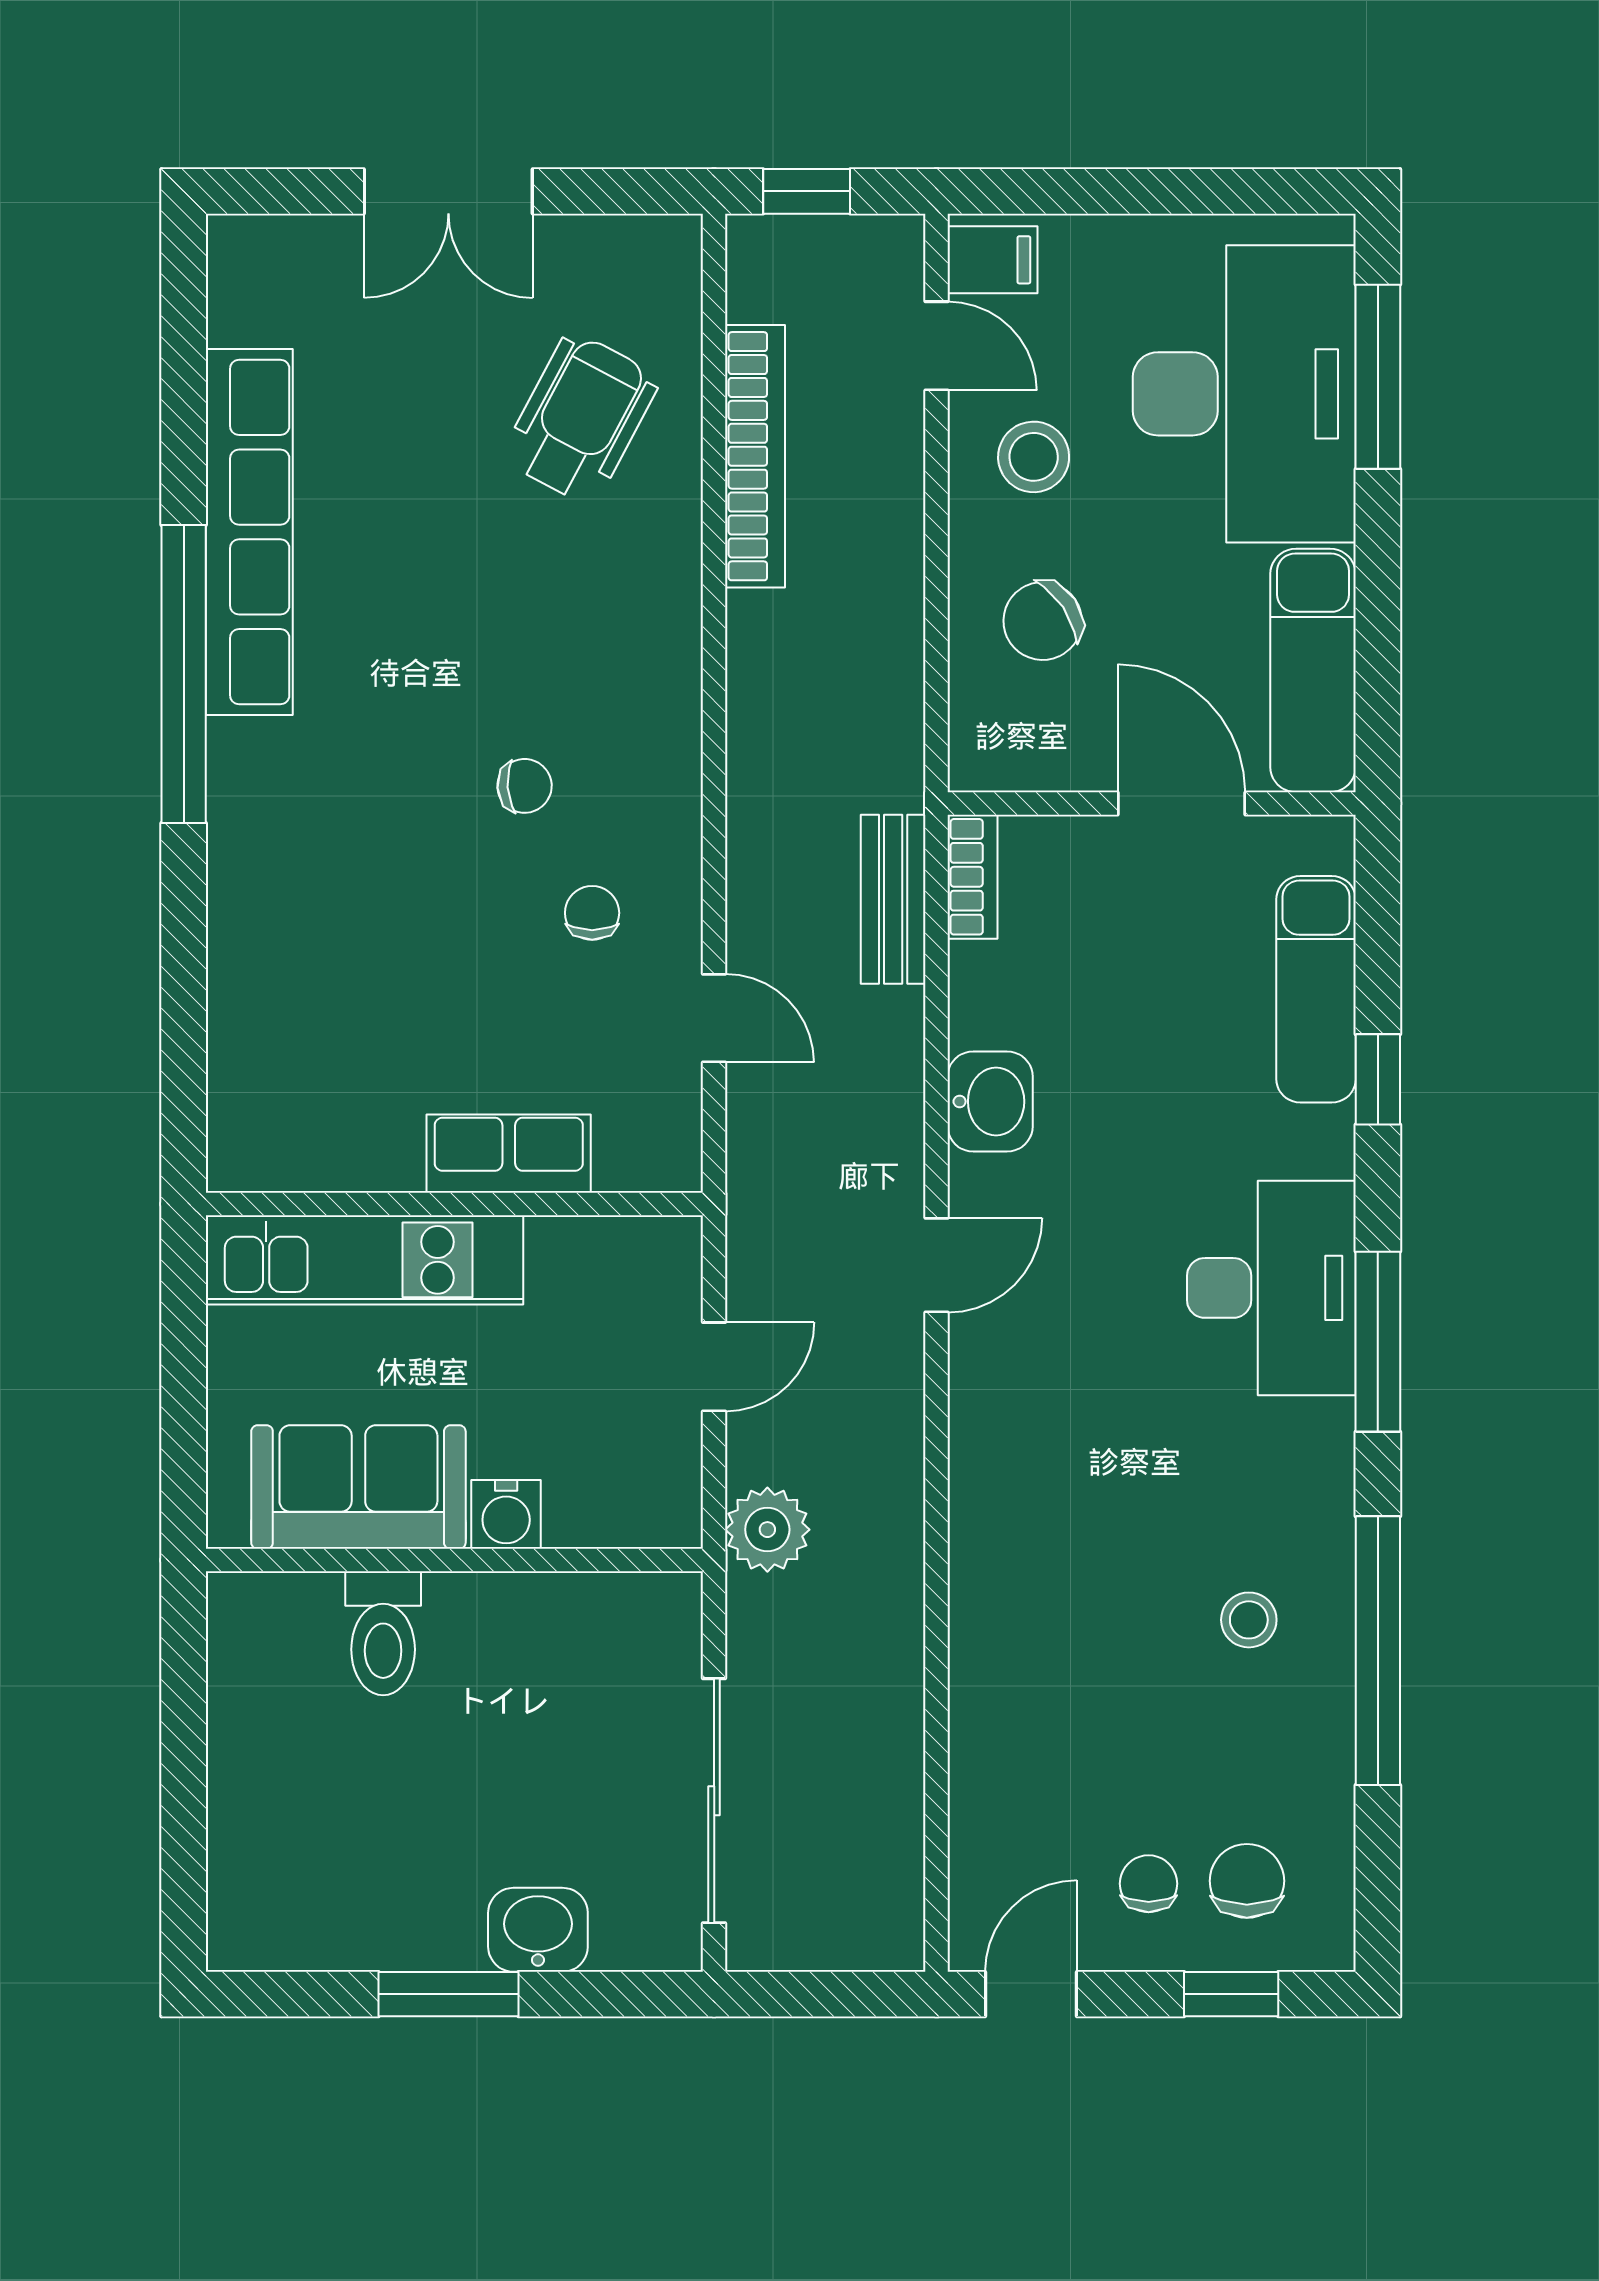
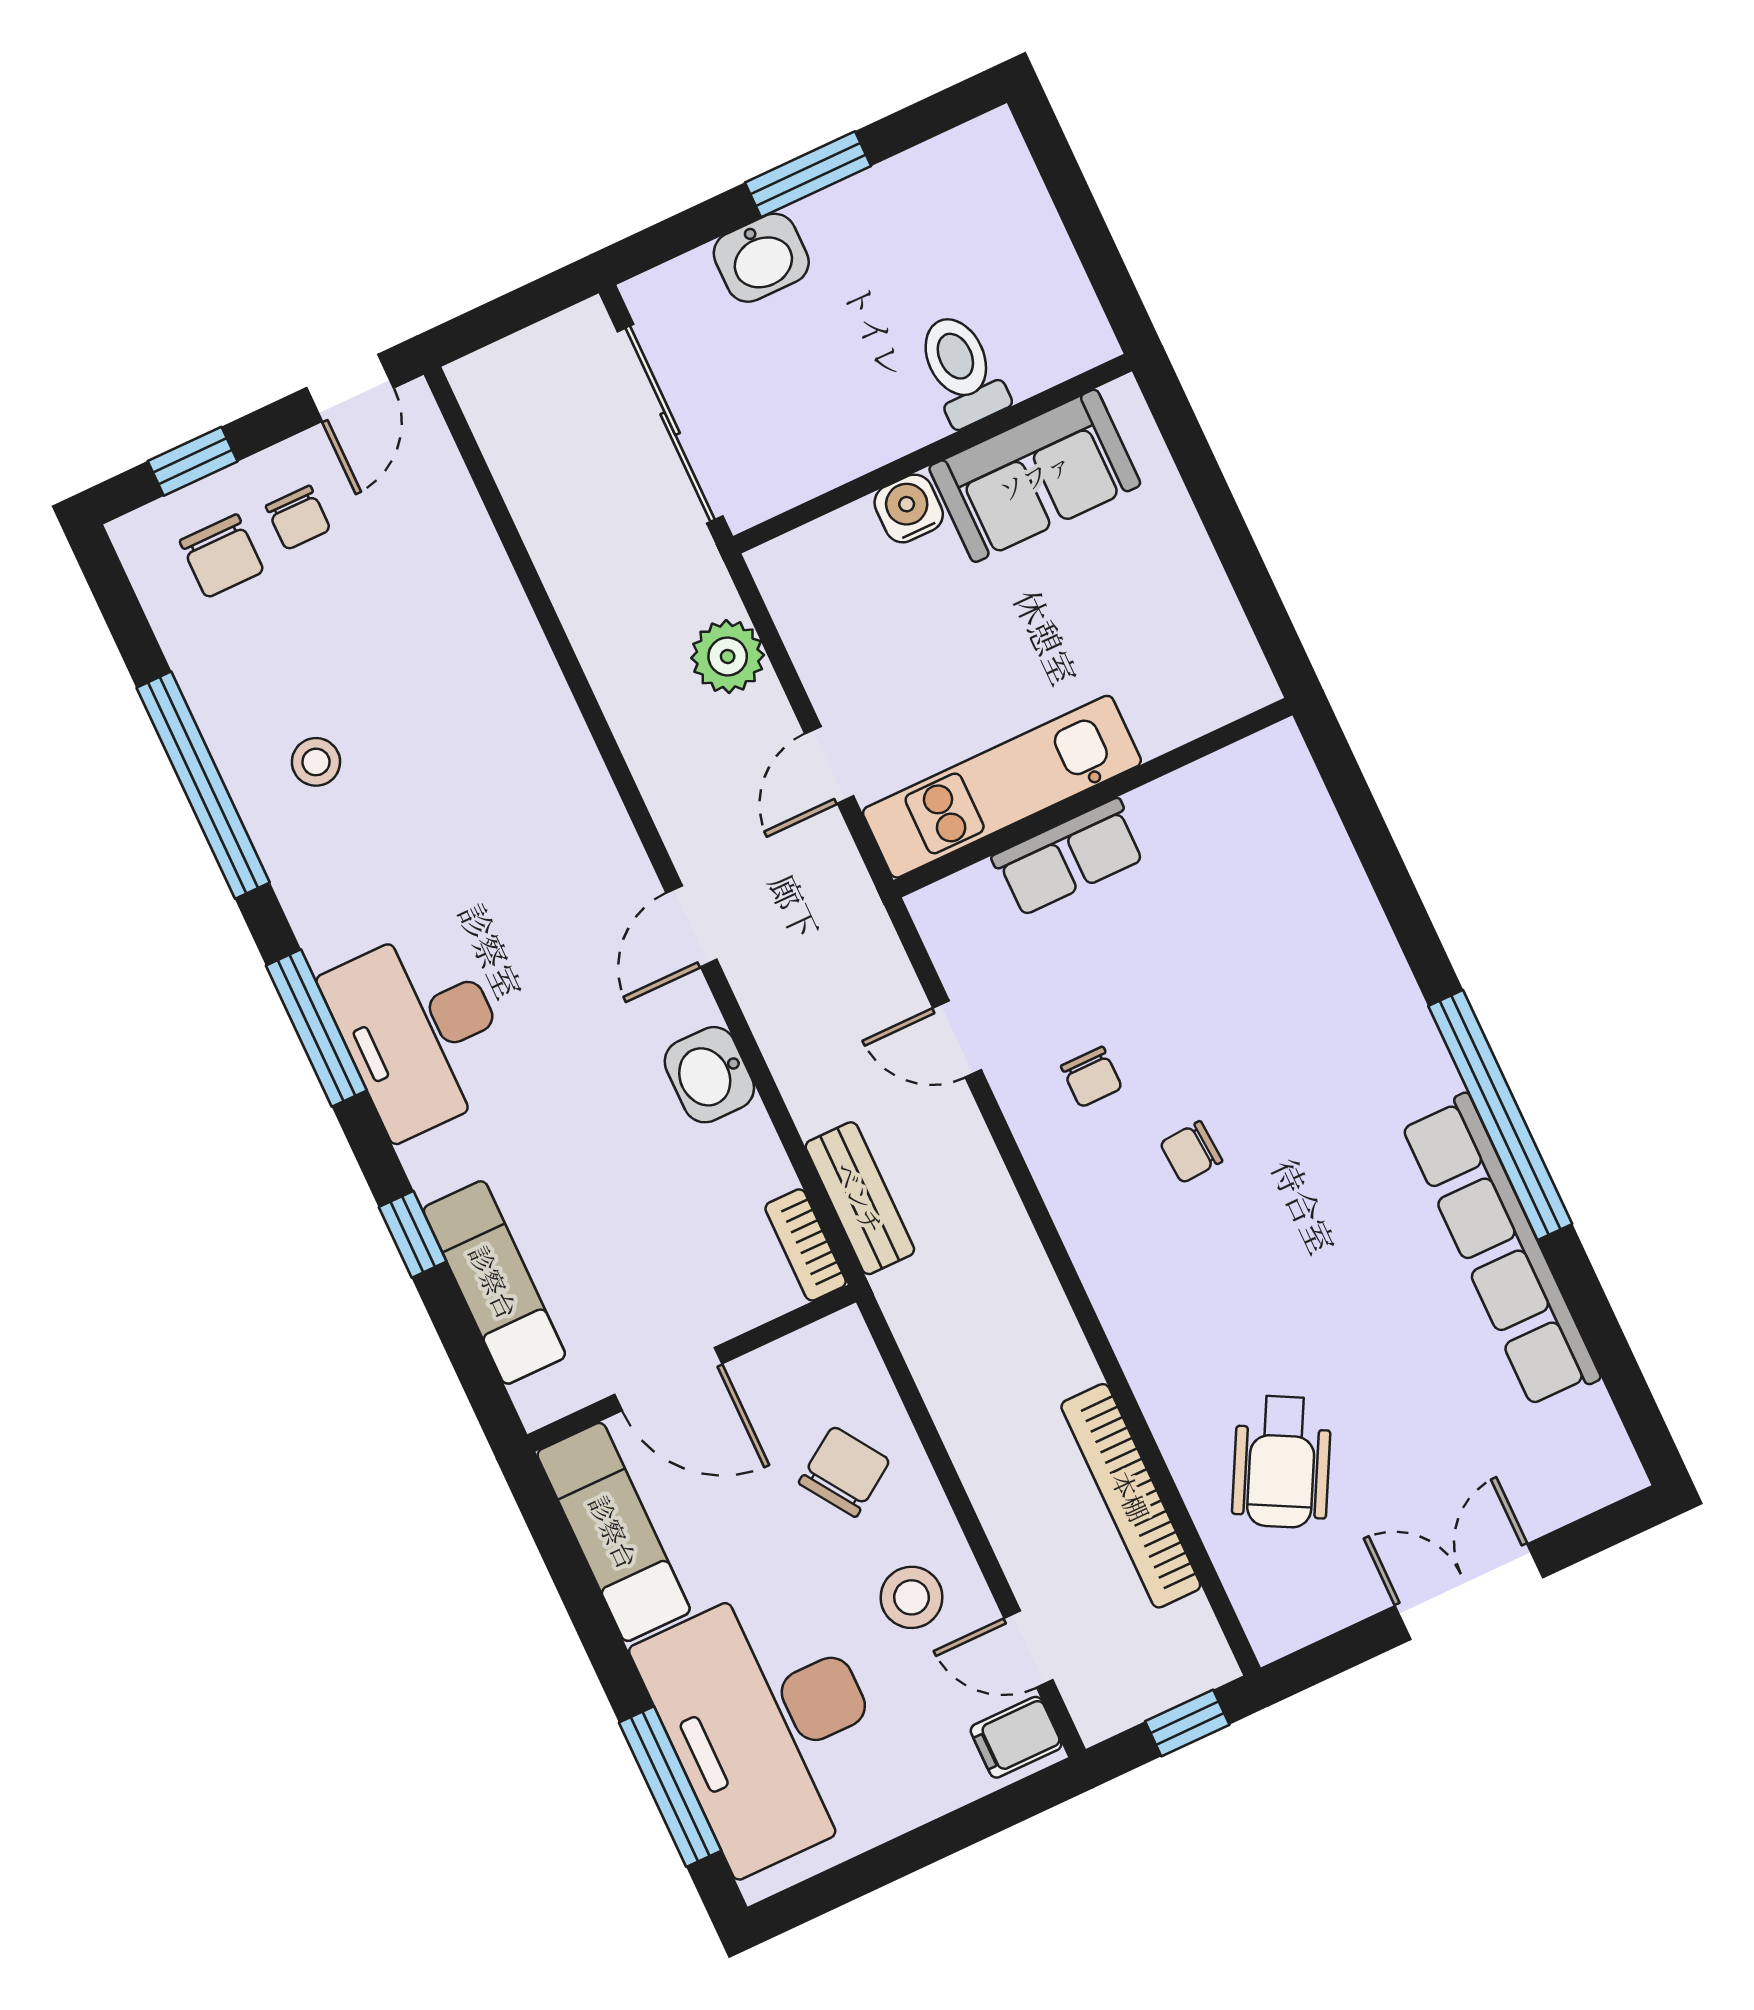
kitchen unit: (365, 1260) -> (1002, 787), moved
sofa: (358, 1487) -> (1035, 476), moved
water cooler: (506, 1514) -> (909, 508), moved
wall: (454, 1560) -> (933, 454), moved
toilet: (383, 1633) -> (962, 370), moved

